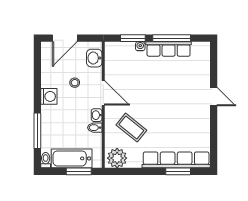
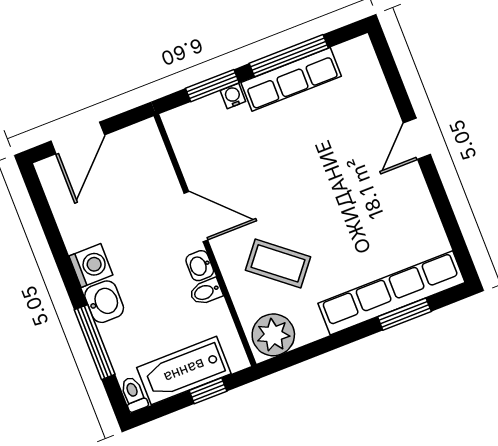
washbasin: (94, 58) -> (104, 302), moved, turned 180
stool: (75, 83) -> (131, 218), removed
door: (214, 97) -> (417, 139), swing flipped
window: (79, 171) -> (208, 391), width x0.67

